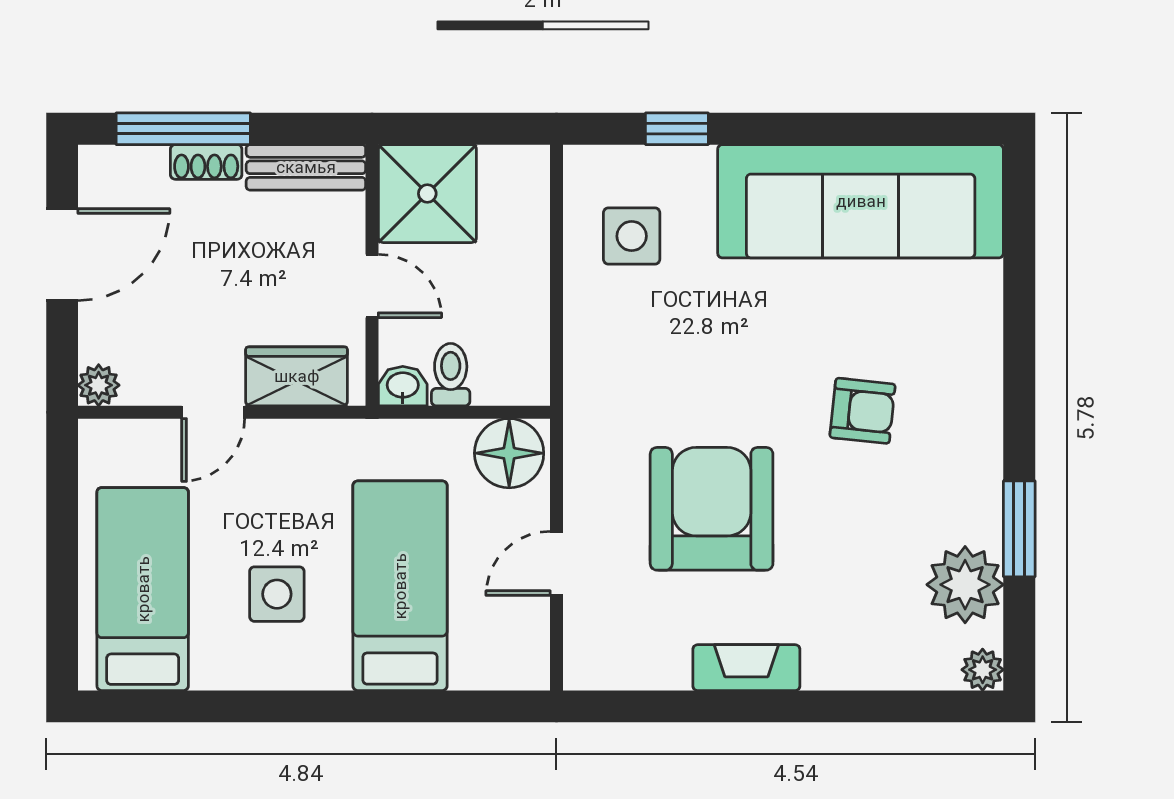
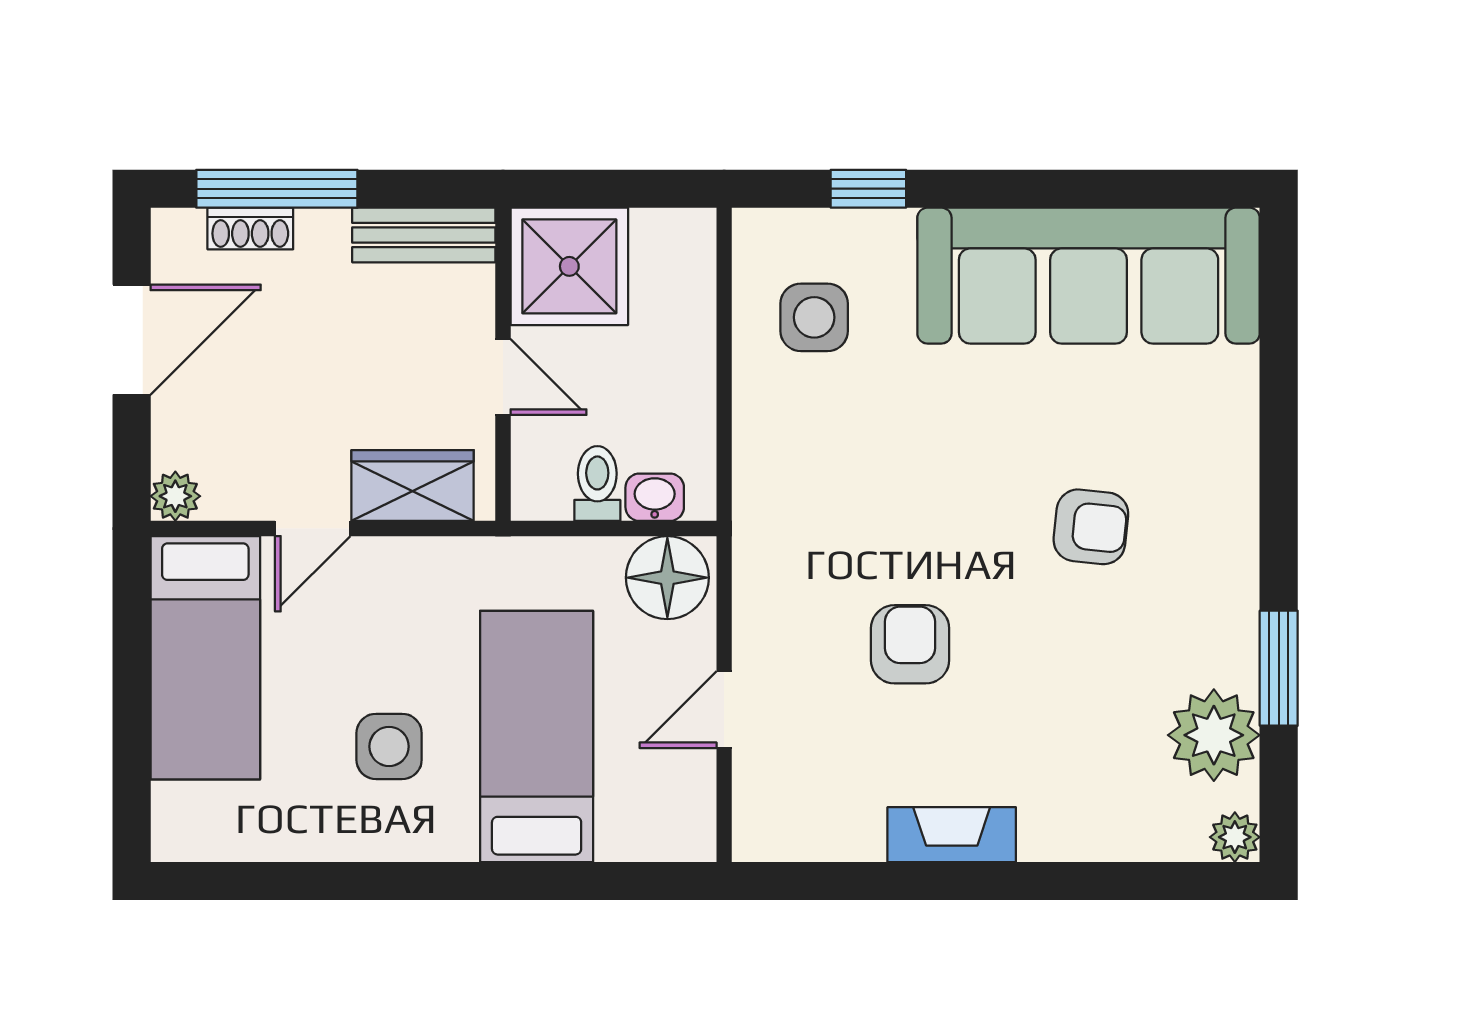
shoe rack: (206, 162) -> (250, 228), moved
washbasin: (403, 386) -> (655, 497), moved
armchair: (712, 509) -> (910, 644), width x0.53, depth x0.53
bed: (143, 589) -> (205, 658), moved, turned 180

